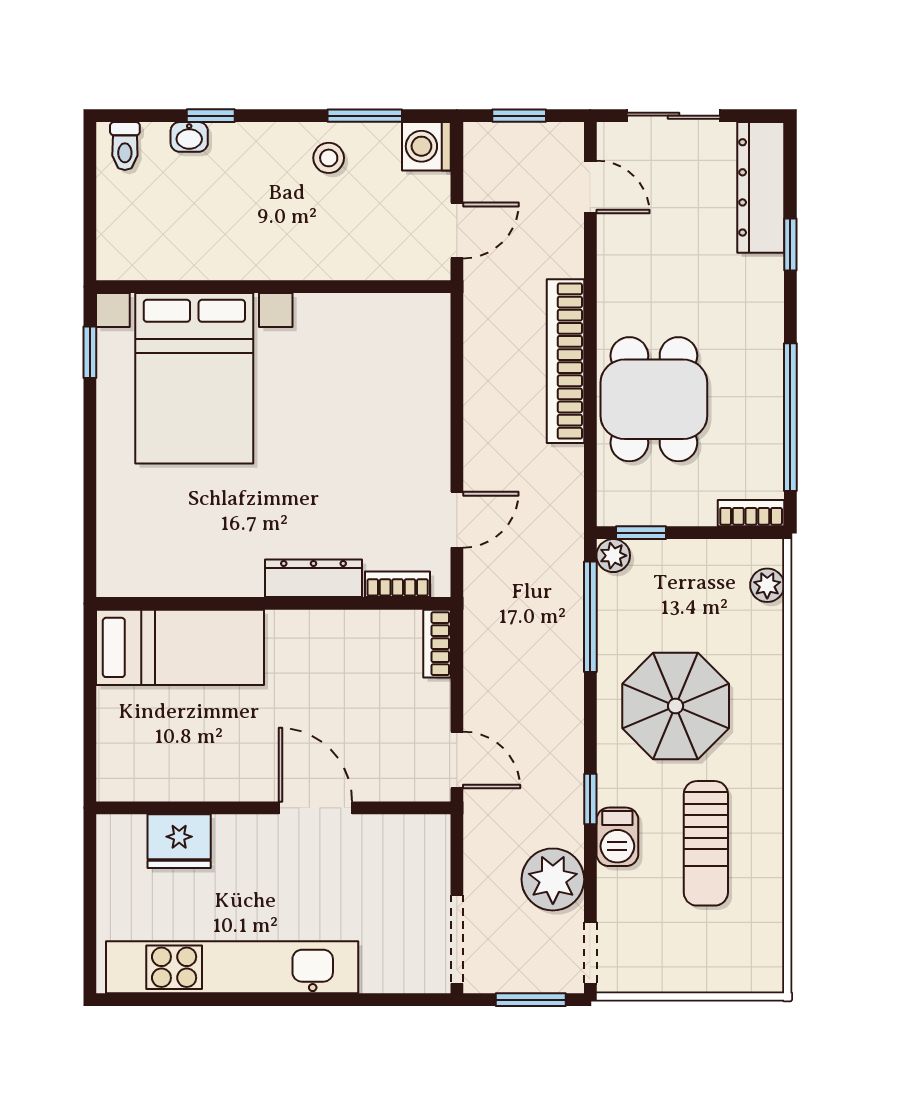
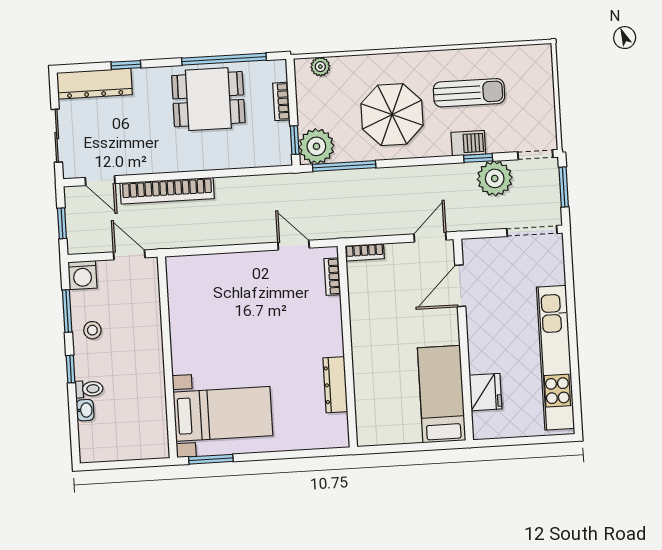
window: (211, 116) -> (71, 369), moved
toilet: (125, 146) -> (89, 389), moved
door: (590, 187) -> (100, 181), swing flipped
window: (90, 352) -> (211, 459), width x1.50
bookcase: (565, 361) -> (167, 191), moved
bed with nightstands: (194, 378) -> (223, 414), width x0.73
dining table: (654, 399) -> (208, 99), moved
bookcase: (751, 513) -> (281, 101), moved
plant: (613, 556) -> (316, 146), width x1.87, depth x1.87
dresser: (313, 578) -> (335, 385), moved
bed: (180, 647) -> (442, 394), moved
window: (590, 799) -> (478, 158), moved
door: (315, 808) -> (460, 286), moved

